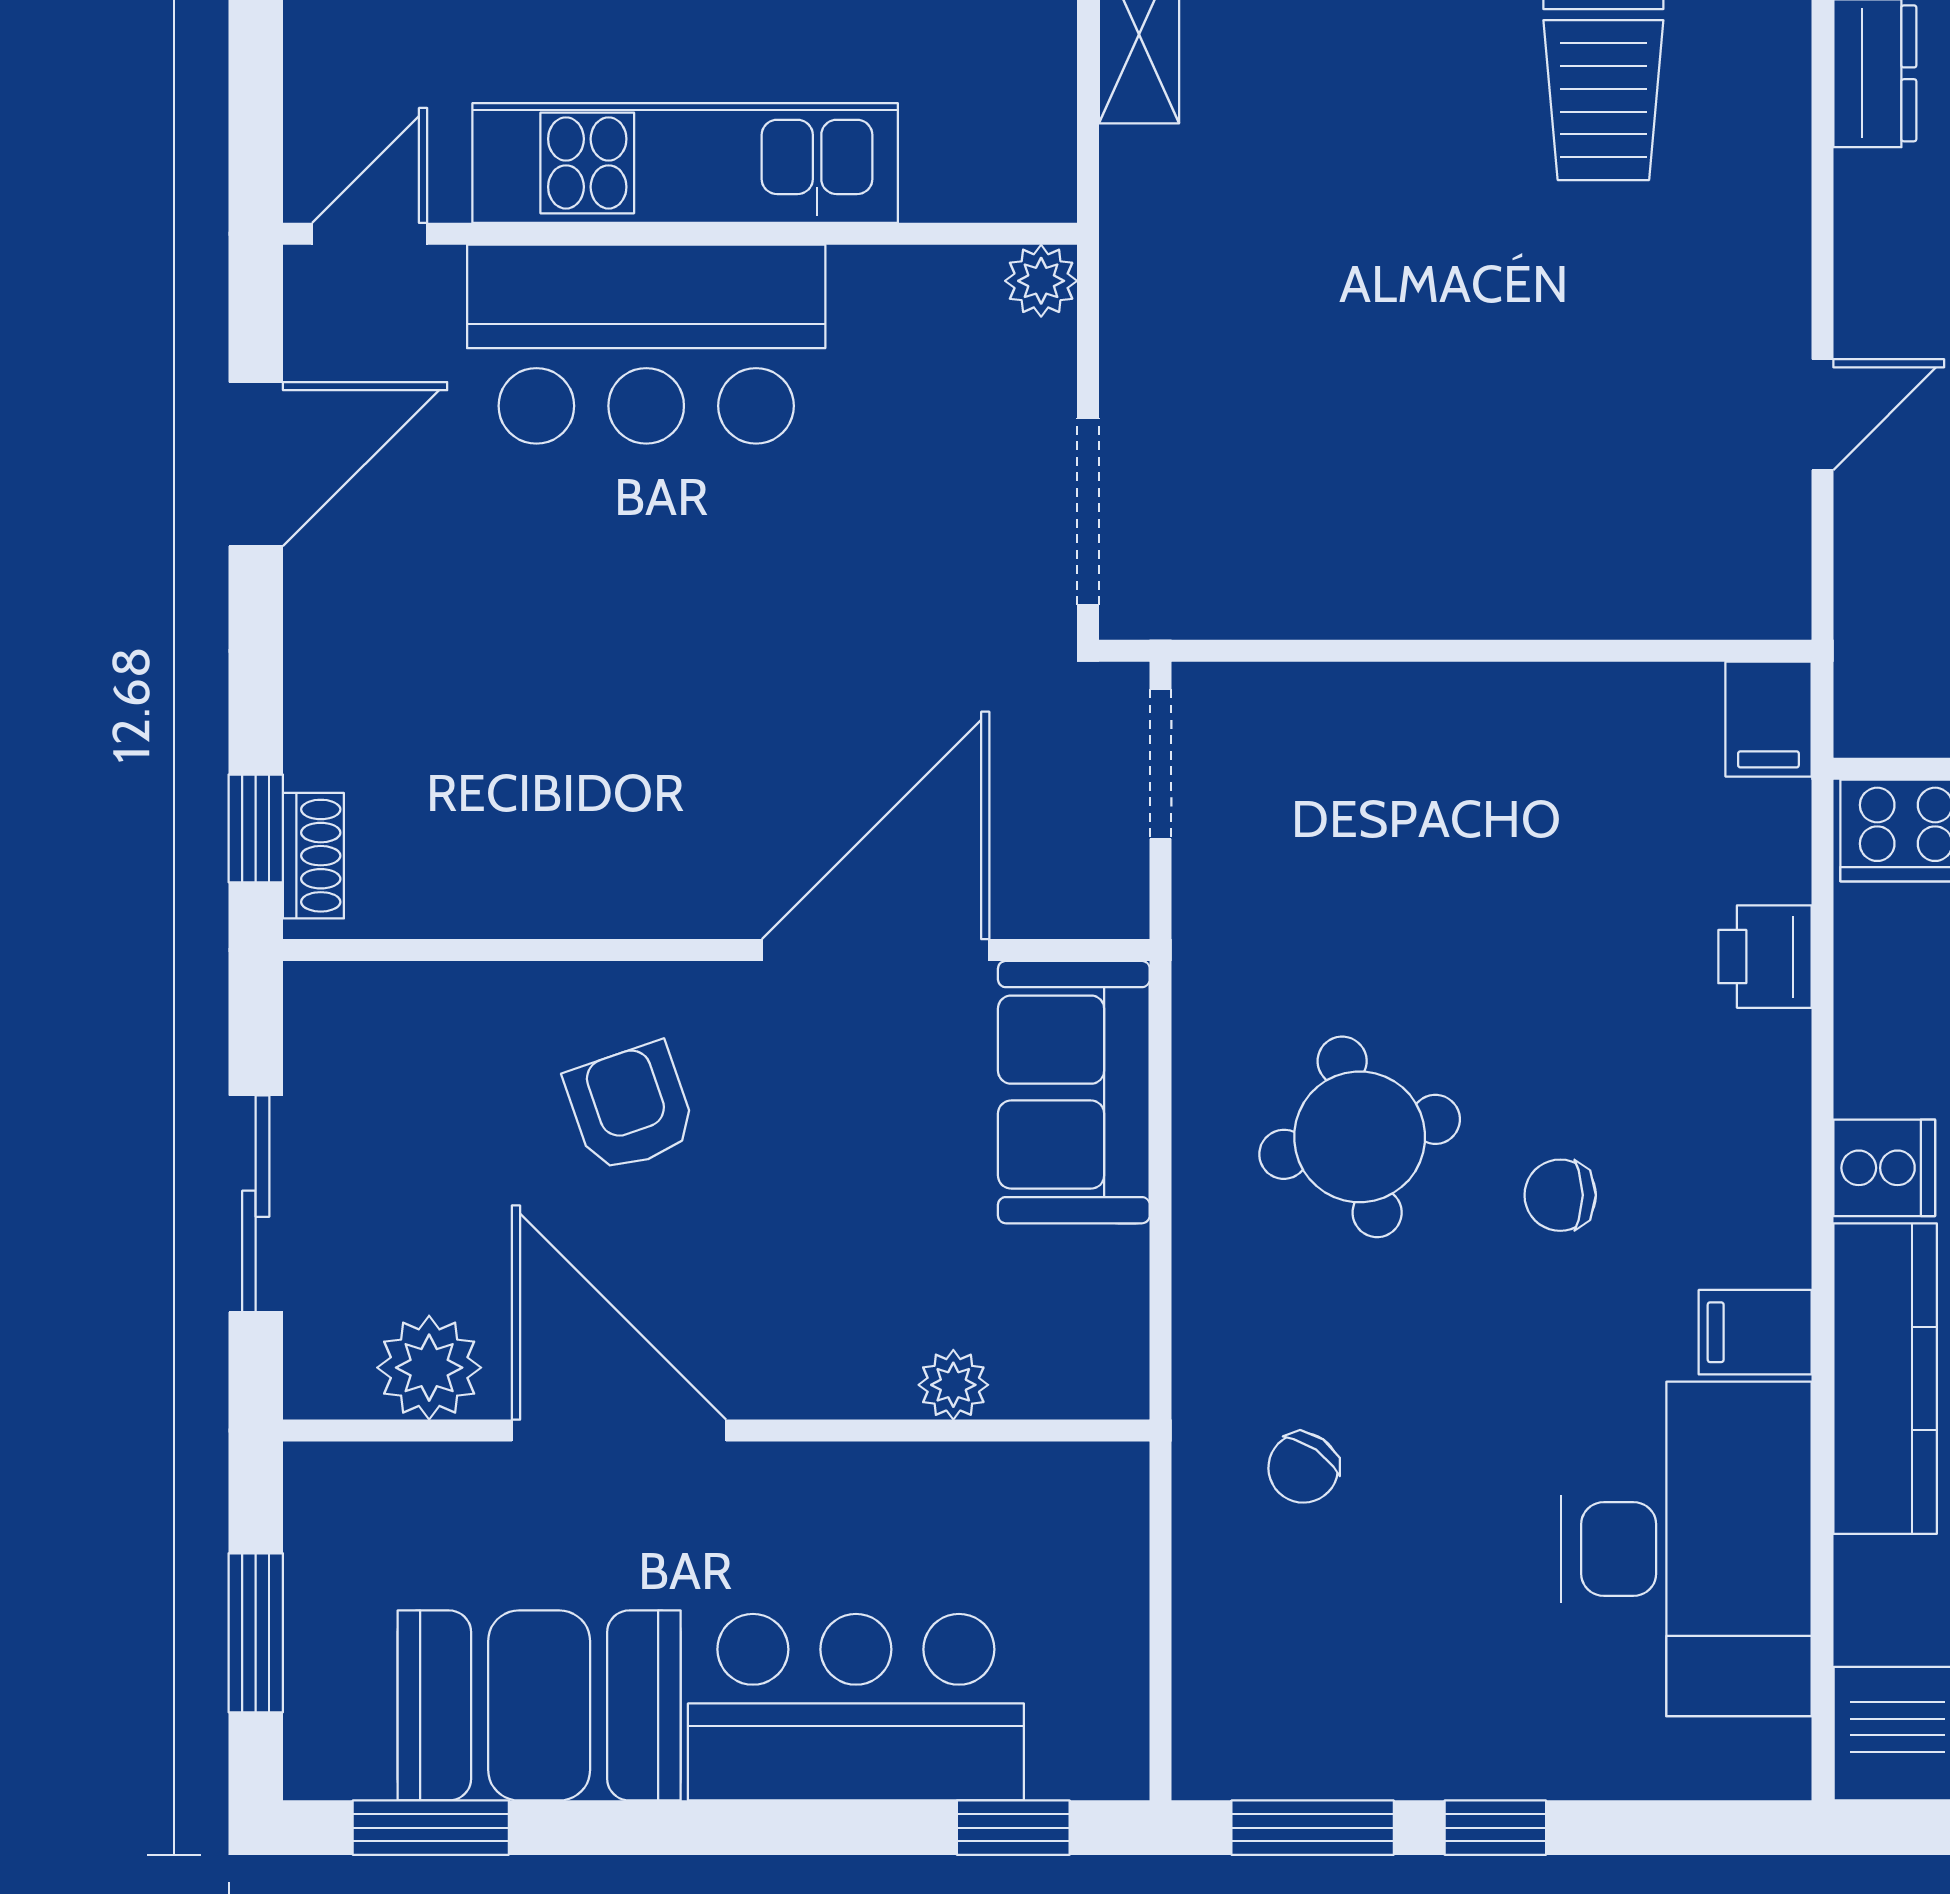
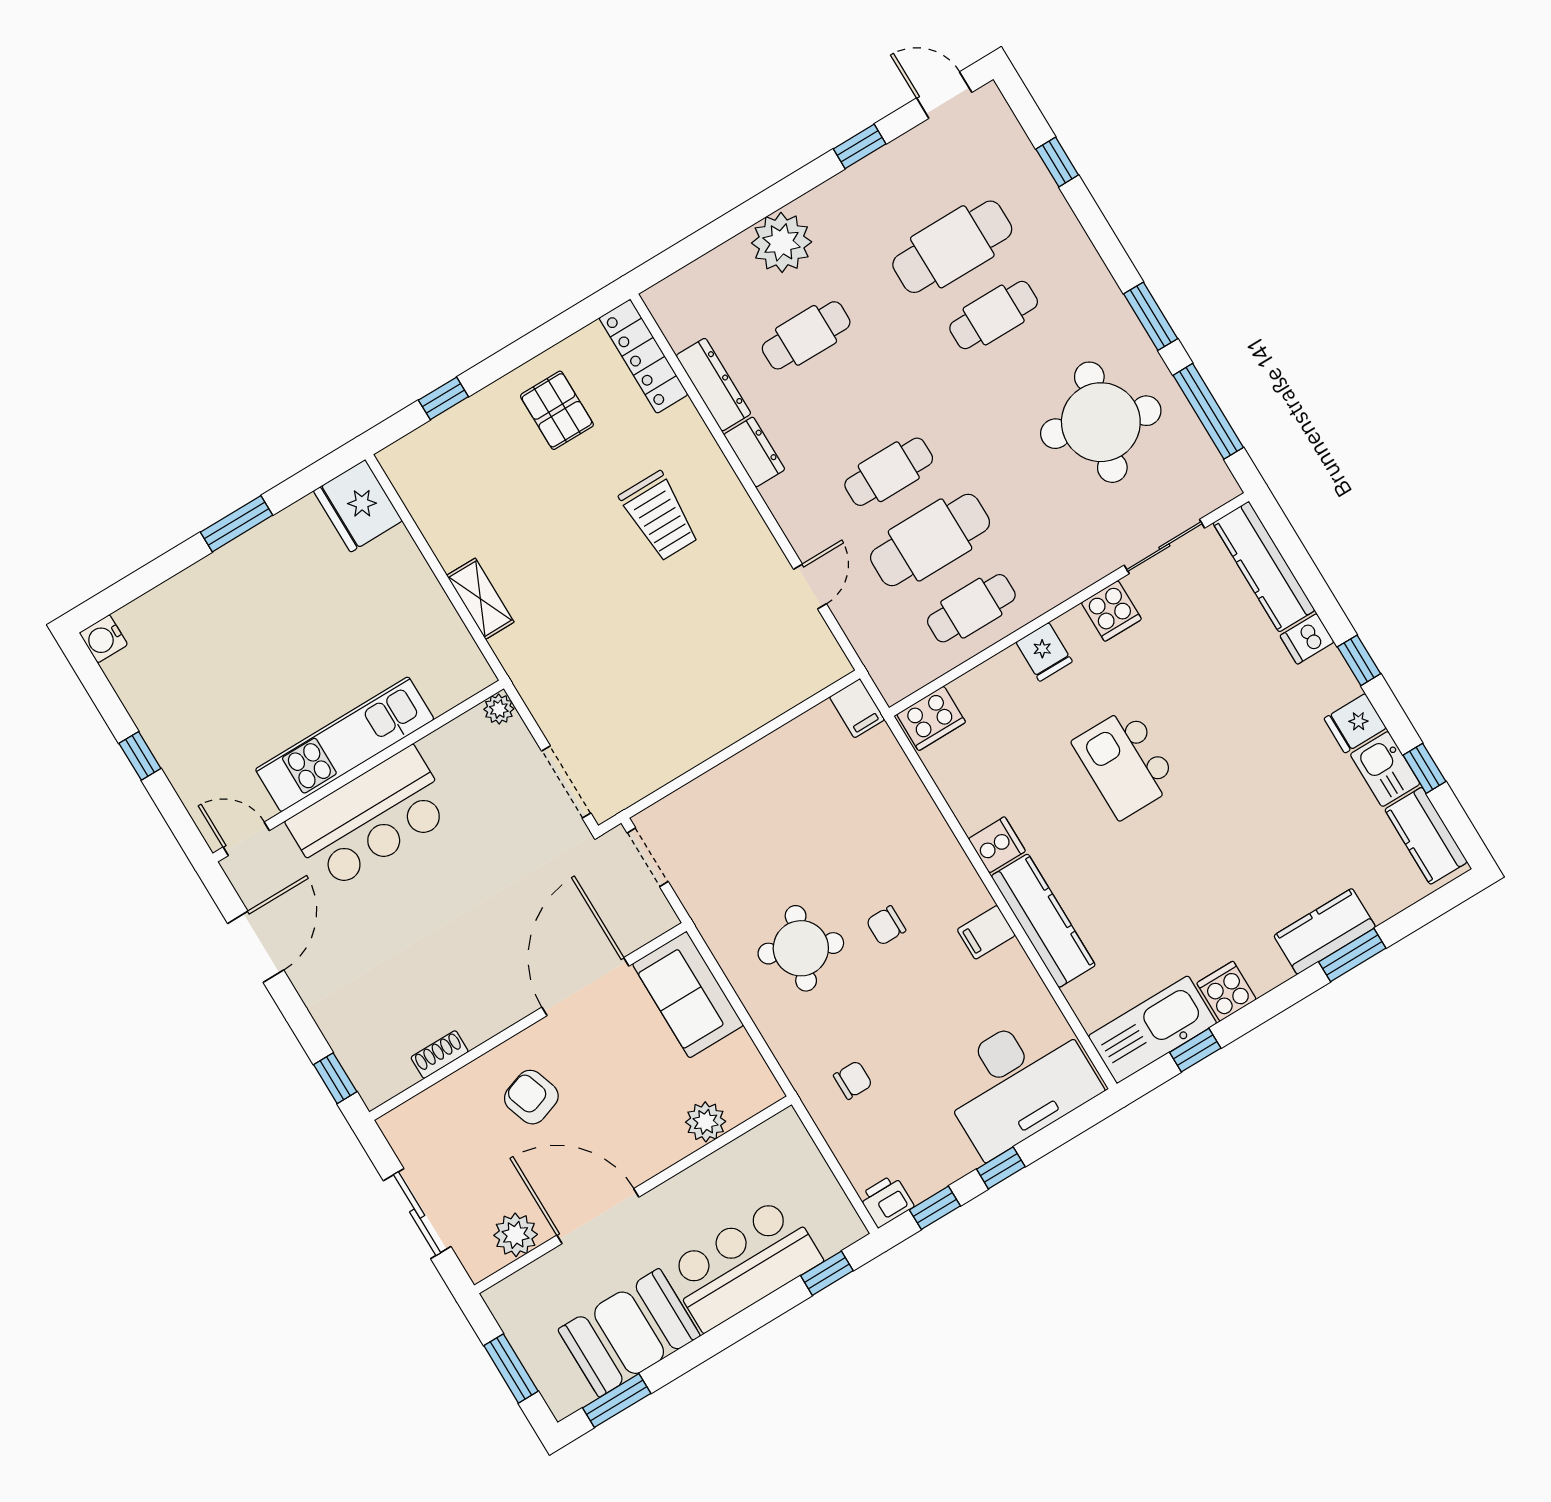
door: (370, 234) -> (246, 839), hinge flipped
shoe rack: (313, 856) -> (440, 1055), moved, turned -90
printer: (1765, 957) -> (886, 1201), moved, turned 90
round table: (1360, 1137) -> (801, 948), turned 35
plant: (953, 1385) -> (706, 1122), width x1.38, depth x1.38
chair: (1303, 1468) -> (853, 1080), turned -125
desk: (1686, 1549) -> (1018, 1082), moved, turned 90
window: (1313, 1828) -> (935, 1208), width x0.67

